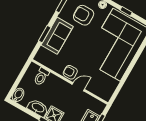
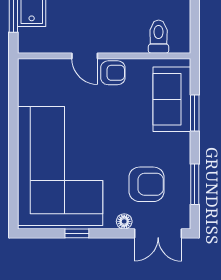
sofa: (57, 36) -> (172, 99), moved
door: (78, 87) -> (85, 56), hinge flipped

